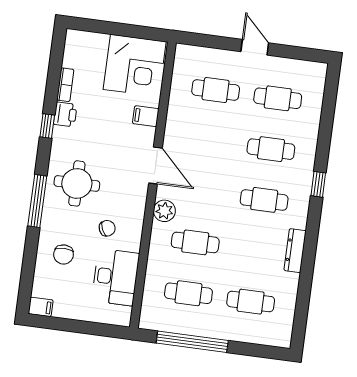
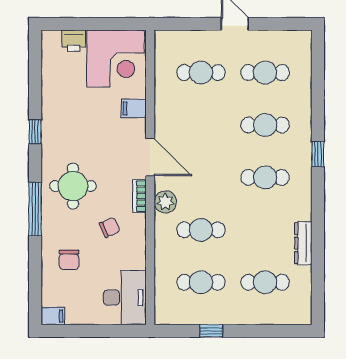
bookcase: (65, 85) -> (139, 196), moved, turned 180
printer: (65, 114) -> (74, 41), moved, turned 90
dresser: (295, 251) -> (303, 243), moved
desk: (115, 277) -> (125, 298), moved
window: (192, 342) -> (211, 331), width x0.32

